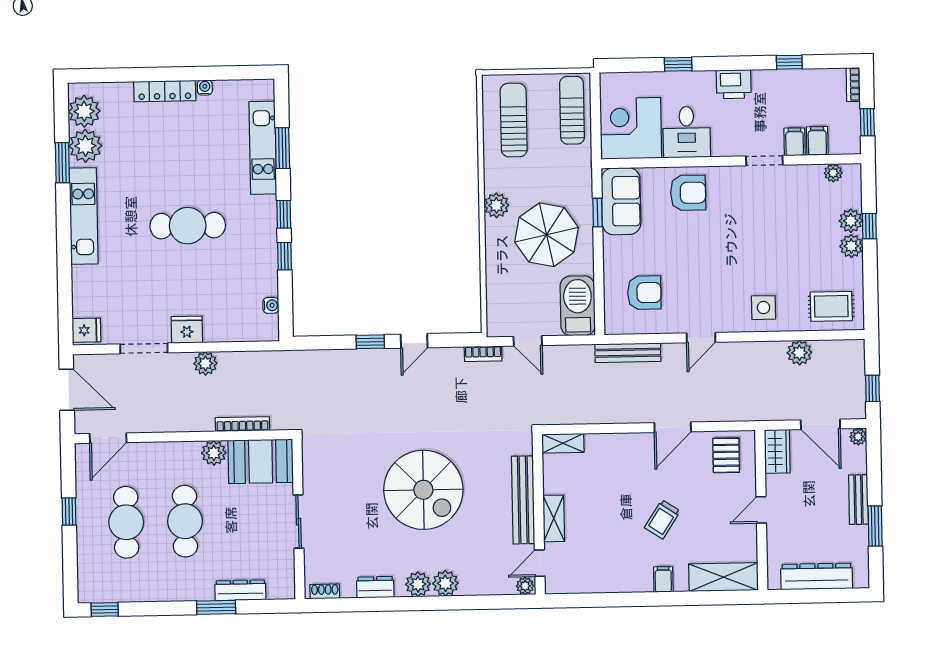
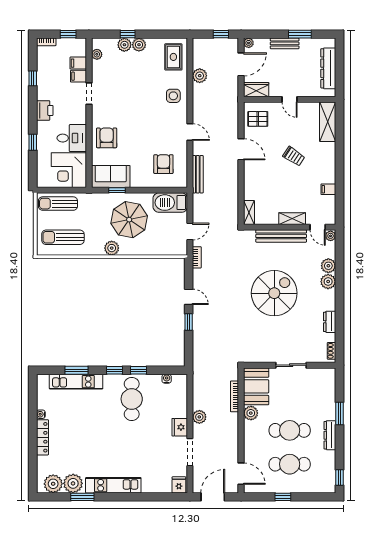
cafe table: (188, 226) -> (132, 399), moved
filing cabinet: (663, 579) -> (328, 189), moved
plant: (418, 584) -> (328, 266), moved
dresser: (240, 590) -> (330, 435), moved

